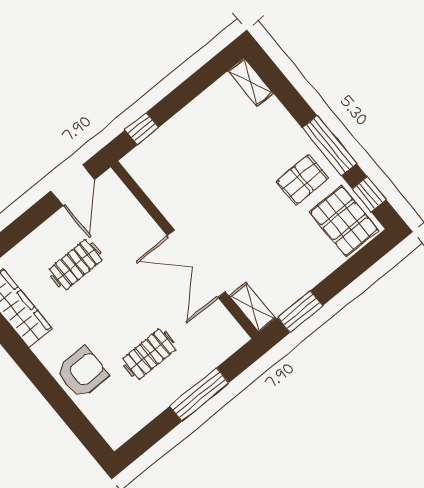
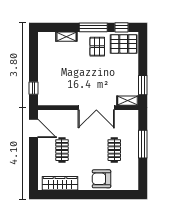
shelving: (251, 82) -> (66, 37), moved
armchair: (82, 373) -> (101, 179), turned -90

